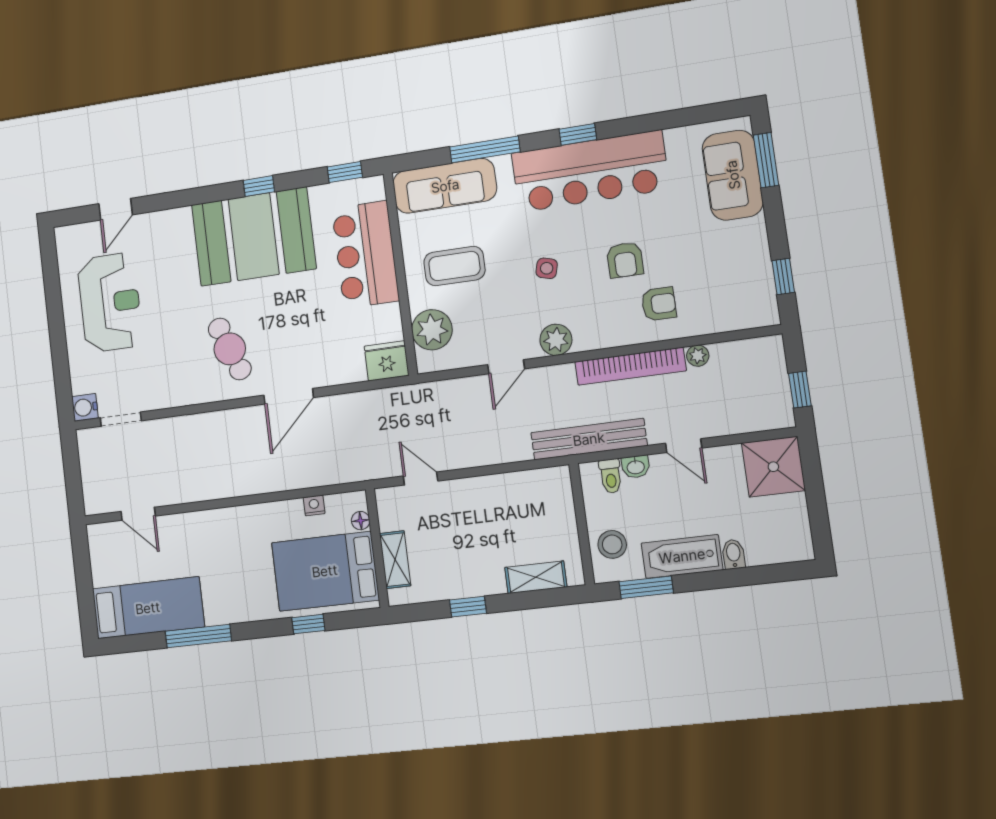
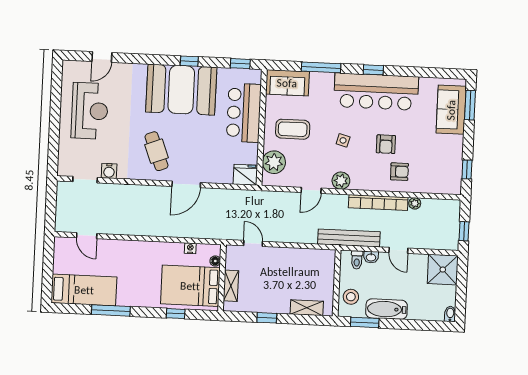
sofa: (445, 186) -> (287, 83), width x0.73
water cooler: (85, 407) -> (109, 171), moved, turned -90
bidet: (733, 554) -> (450, 314), moved

